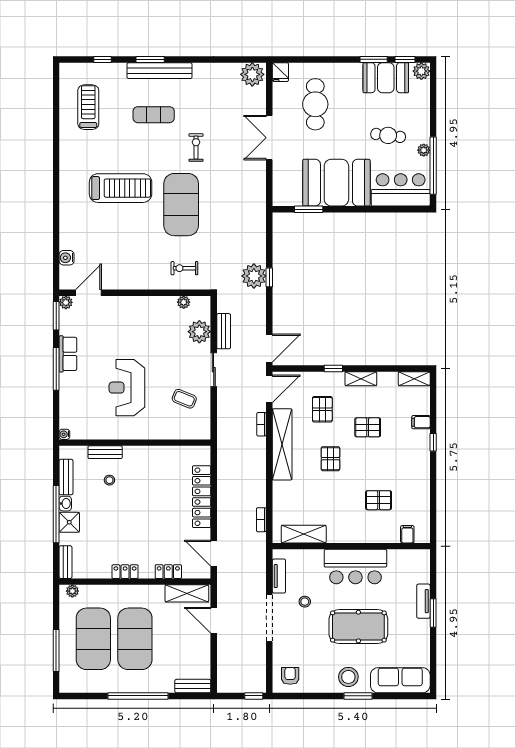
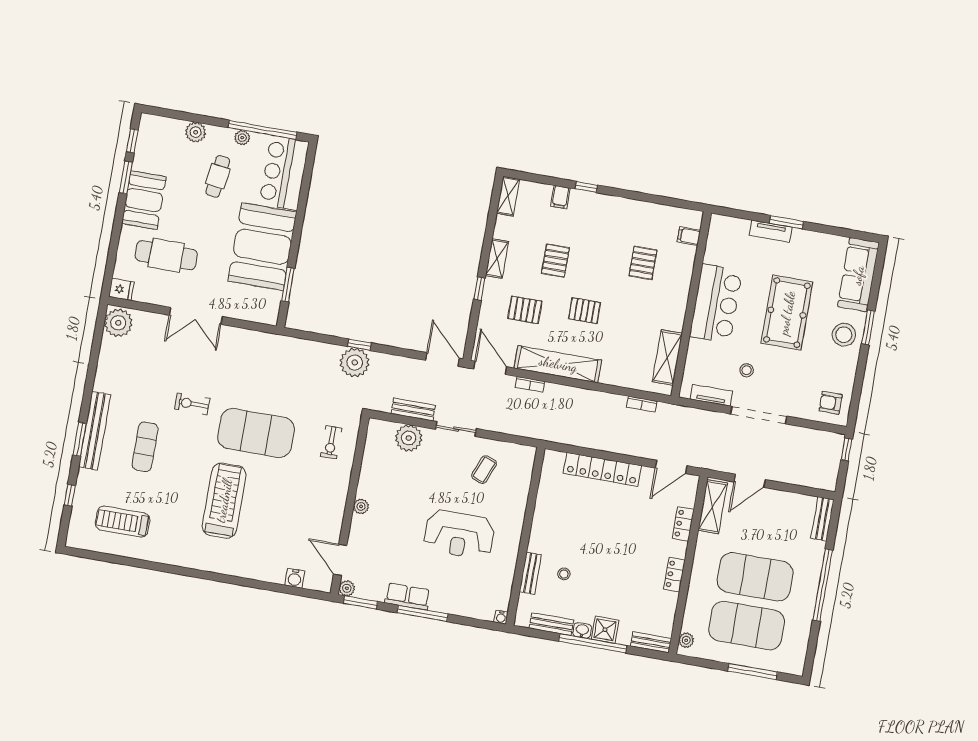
plant: (421, 71) -> (196, 132), moved
booth: (386, 78) -> (144, 200), moved
plant: (184, 302) -> (361, 506), moved

